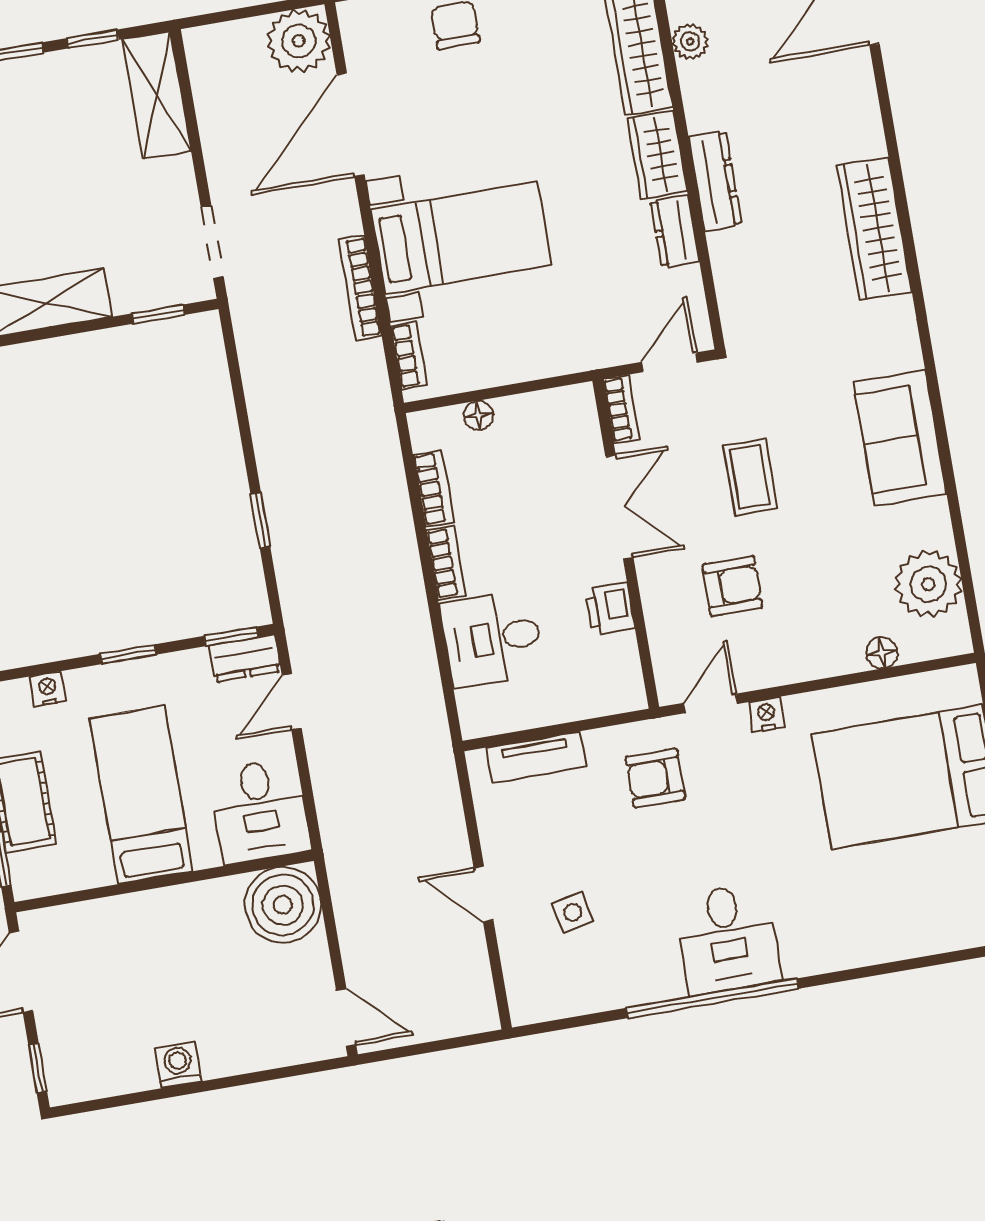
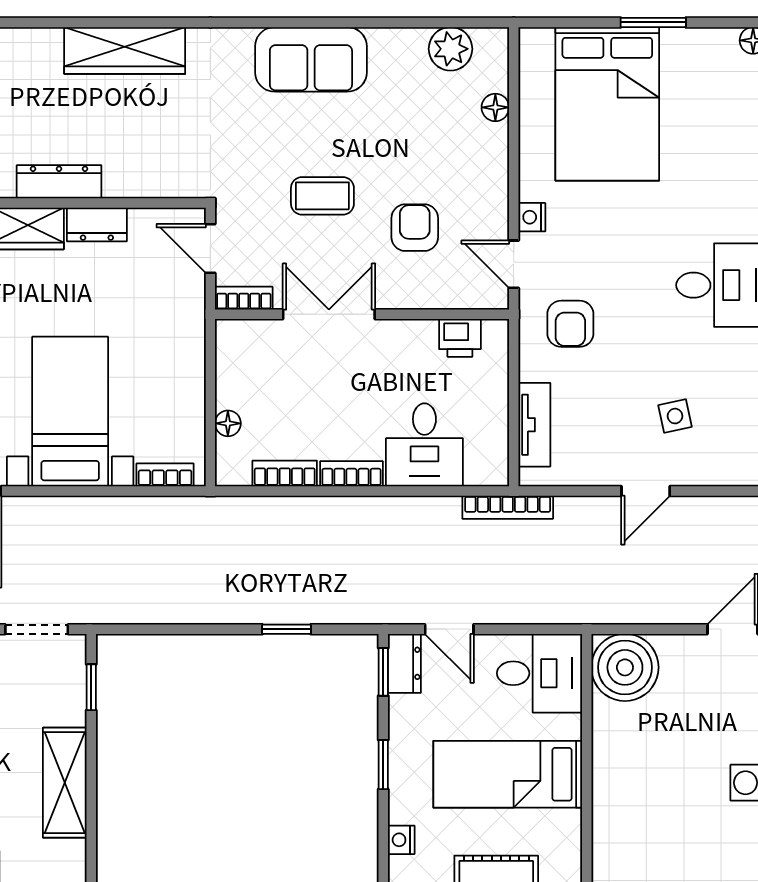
bookcase: (360, 288) -> (508, 507), moved
plant: (928, 584) -> (451, 49), width x0.73, depth x0.73
printer: (610, 609) -> (460, 338), moved

